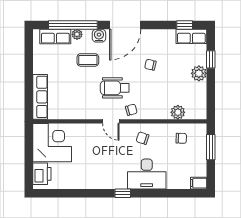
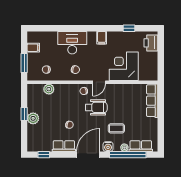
row of seats: (191, 36) -> (64, 146), moved
window: (211, 59) -> (24, 114), moved
door: (111, 121) -> (99, 82), swing flipped
corner desk: (52, 143) -> (124, 66), moved, turned 90
filing cabinet: (107, 181) -> (102, 38), added
filing cabinet: (199, 183) -> (33, 48), moved
window: (123, 193) -> (129, 28), moved

